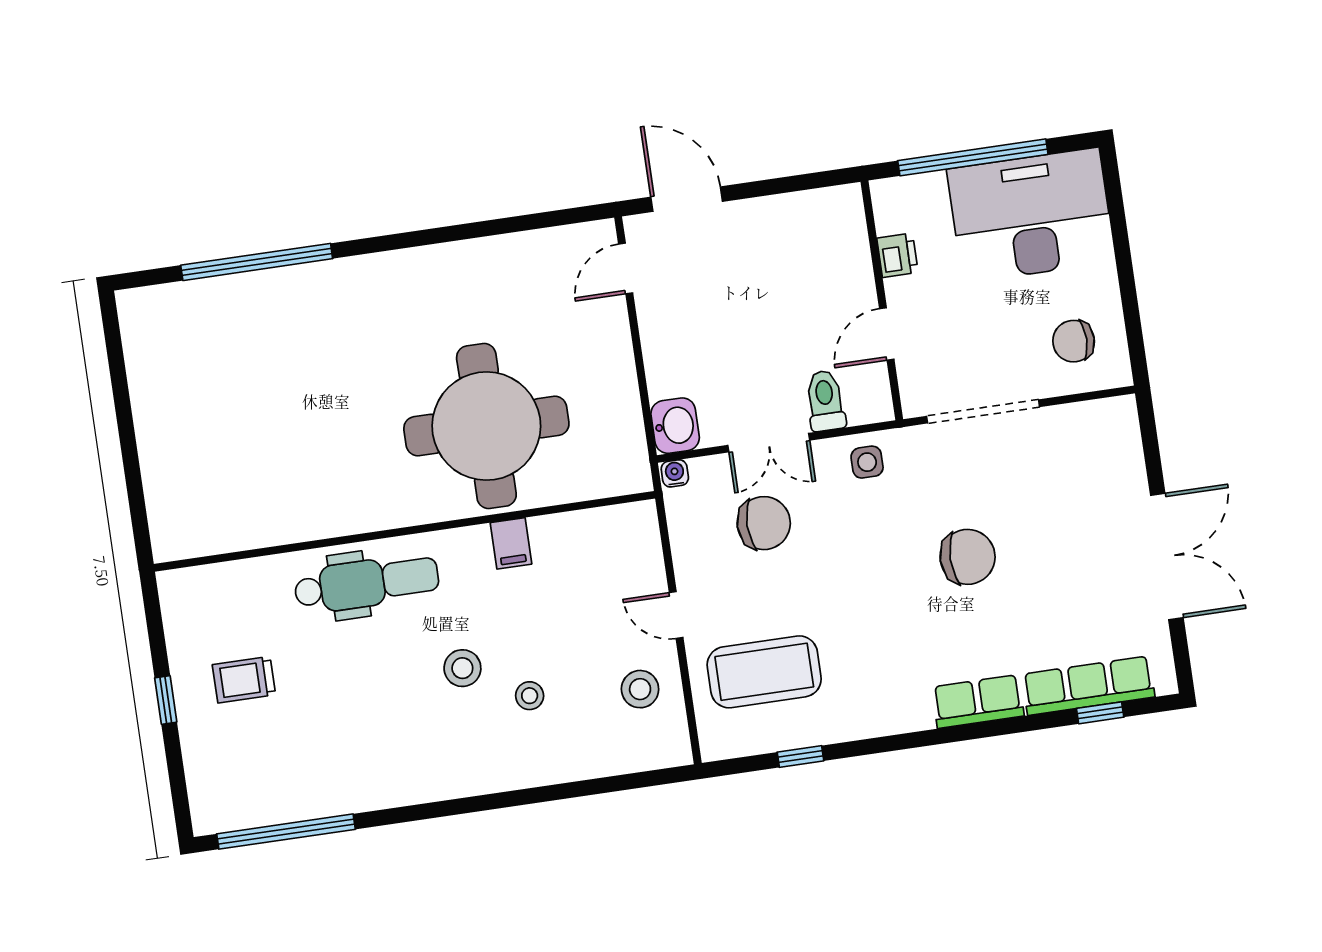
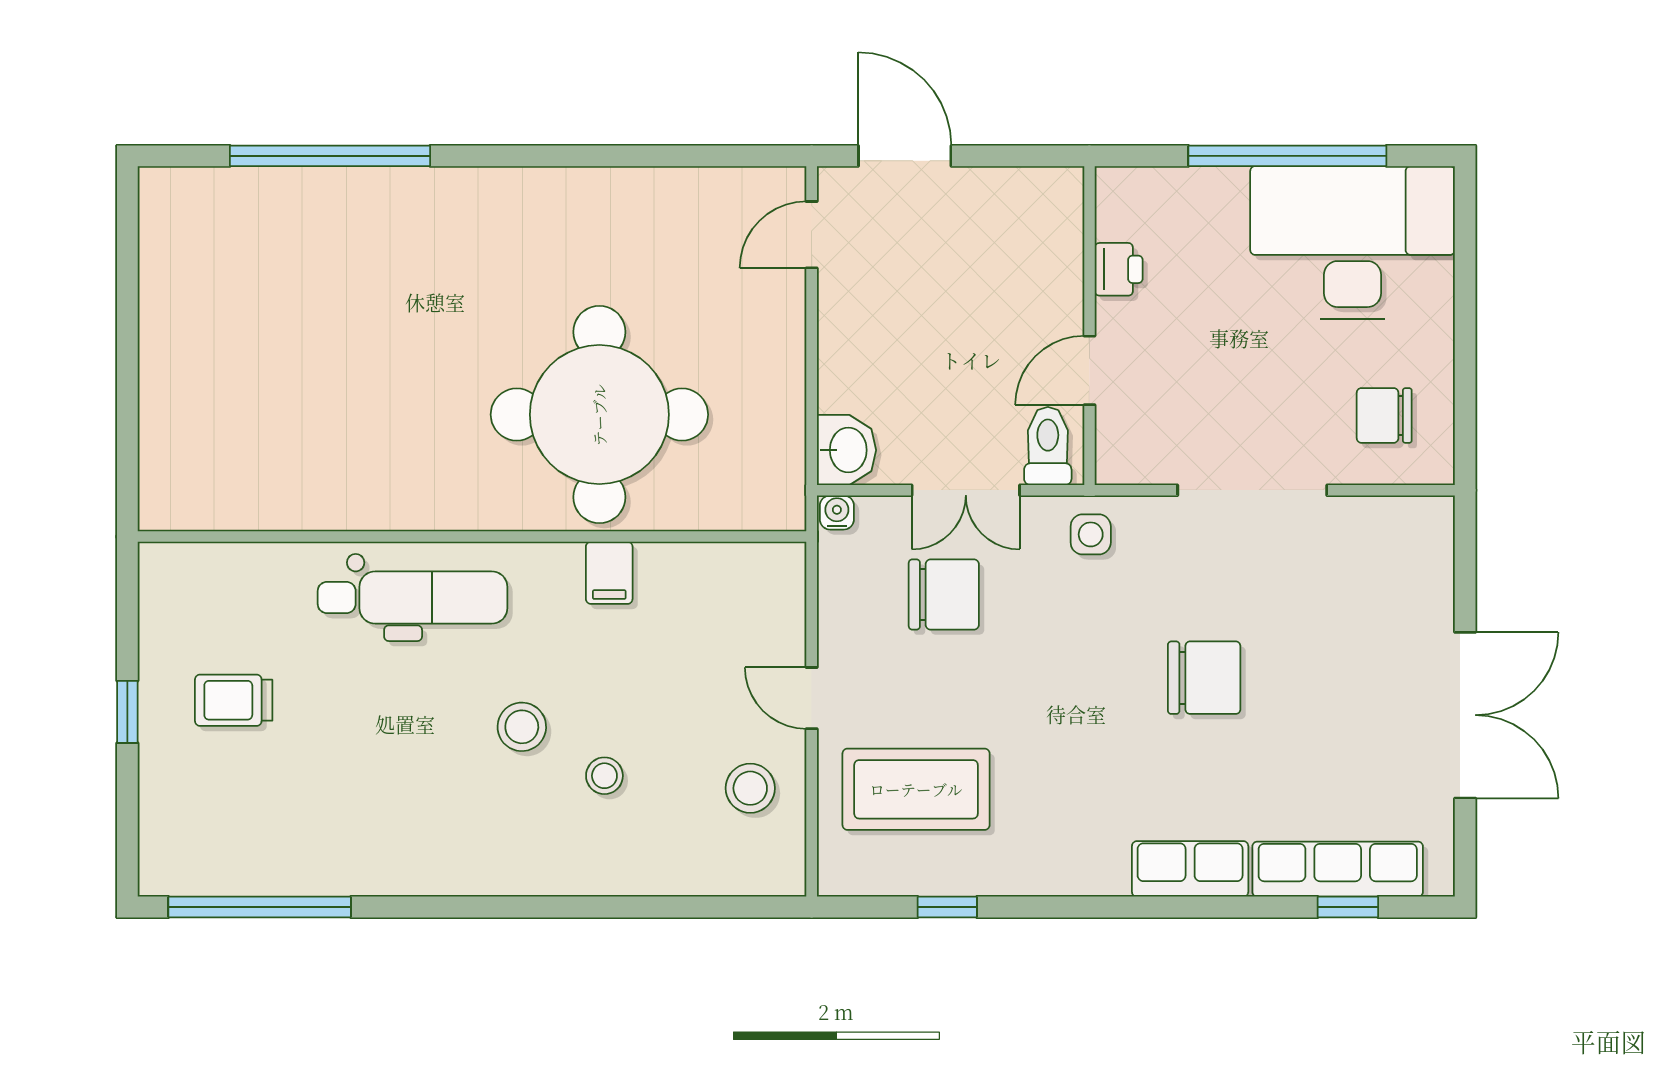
printer: (897, 255) -> (1119, 269), moved
wall: (882, 300) -> (1089, 326), moved
door: (887, 334) -> (1089, 370), moved

